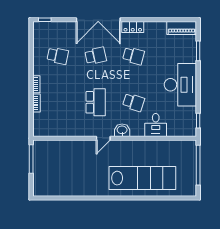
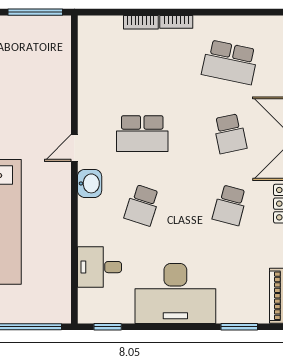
school desk: (58, 56) -> (230, 62), width x1.85
desk: (156, 125) -> (100, 267), moved
door: (103, 138) -> (74, 148), hinge flipped

